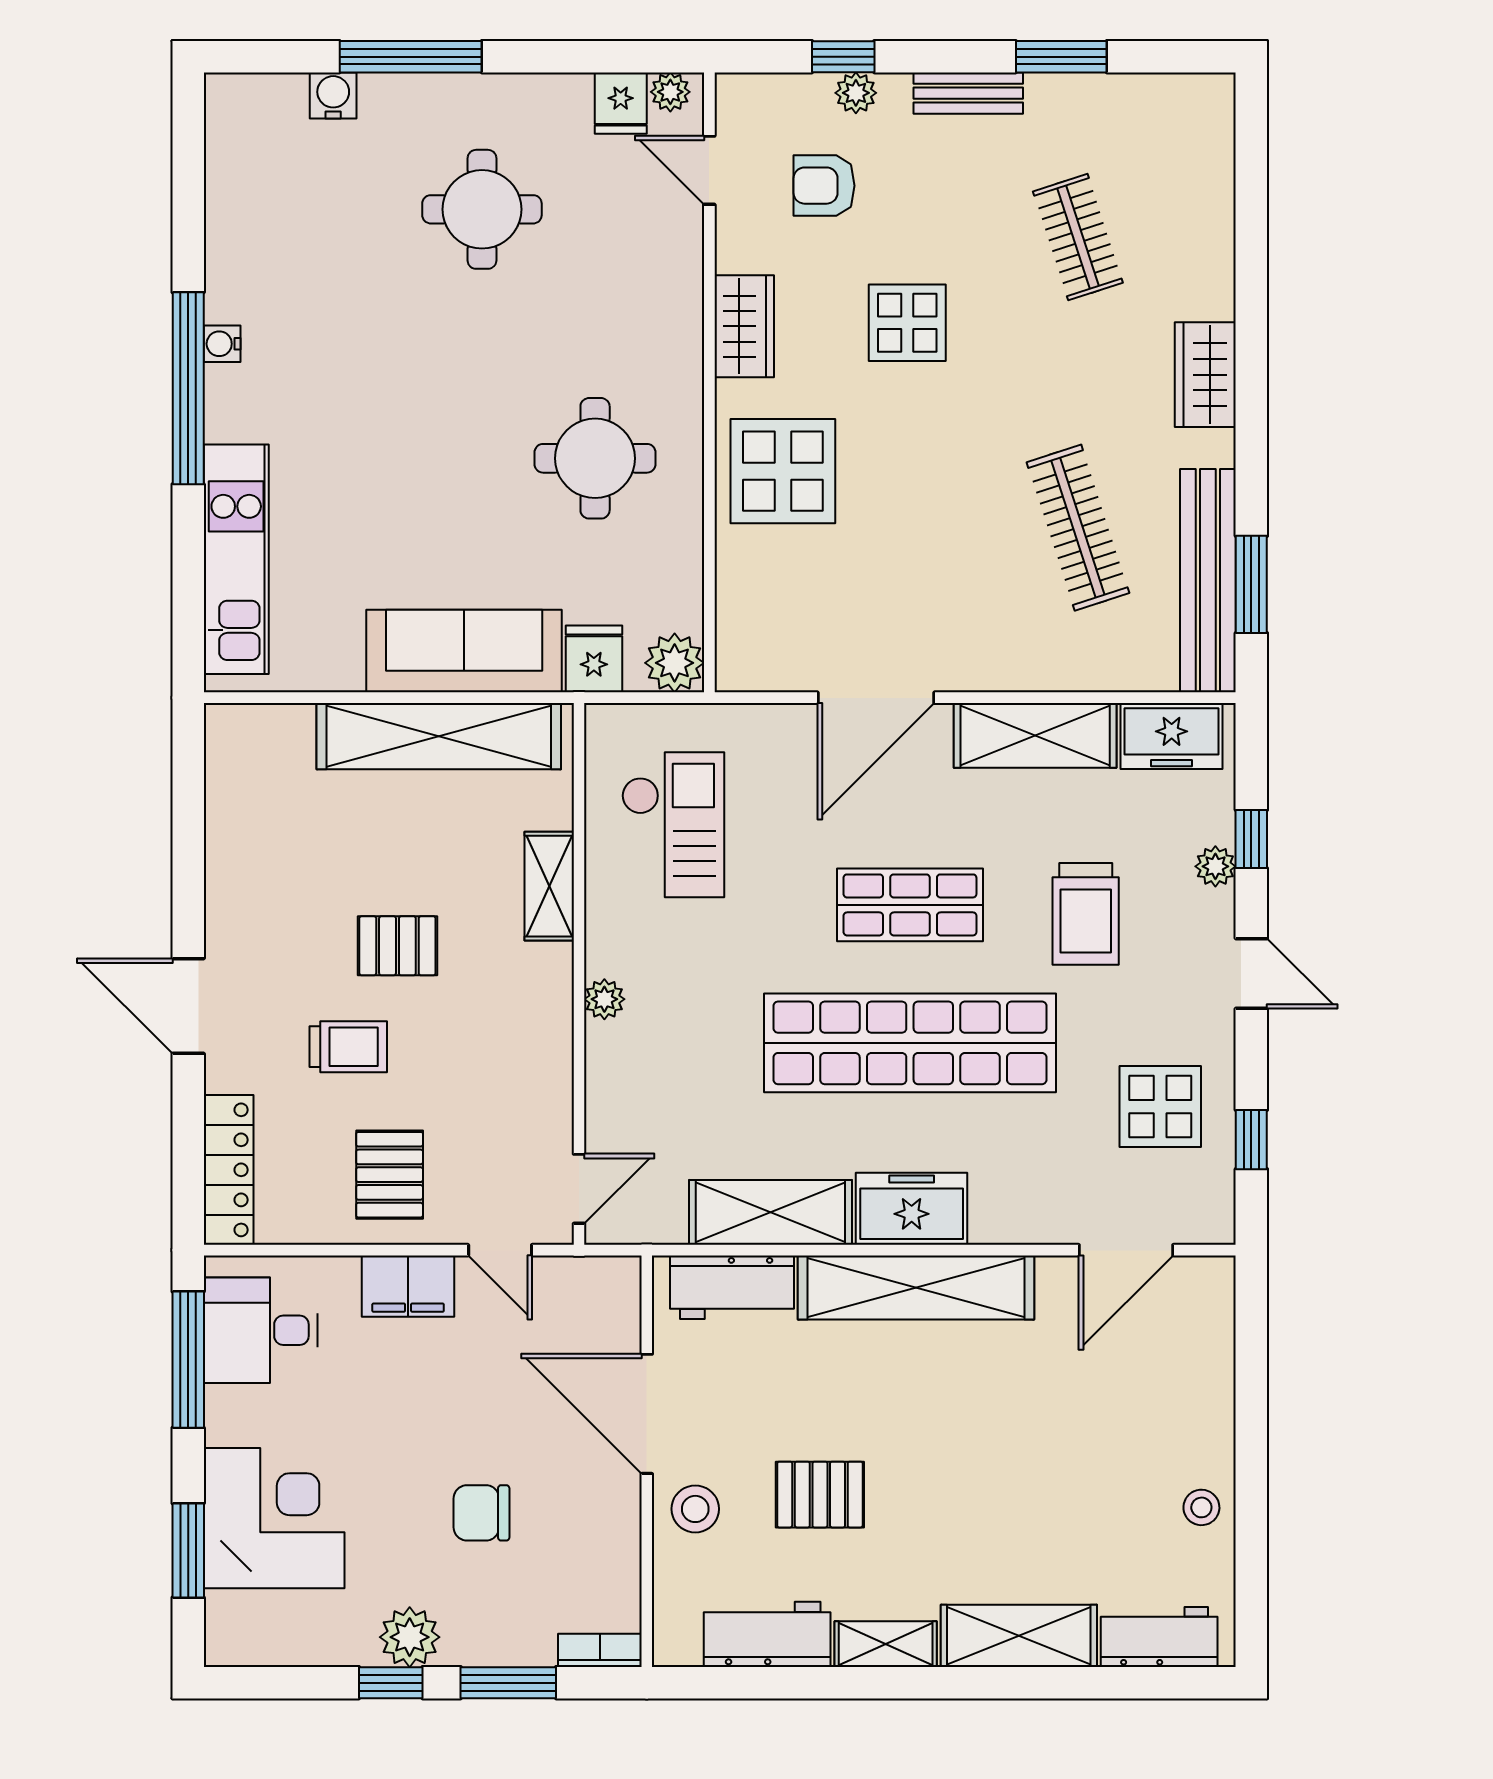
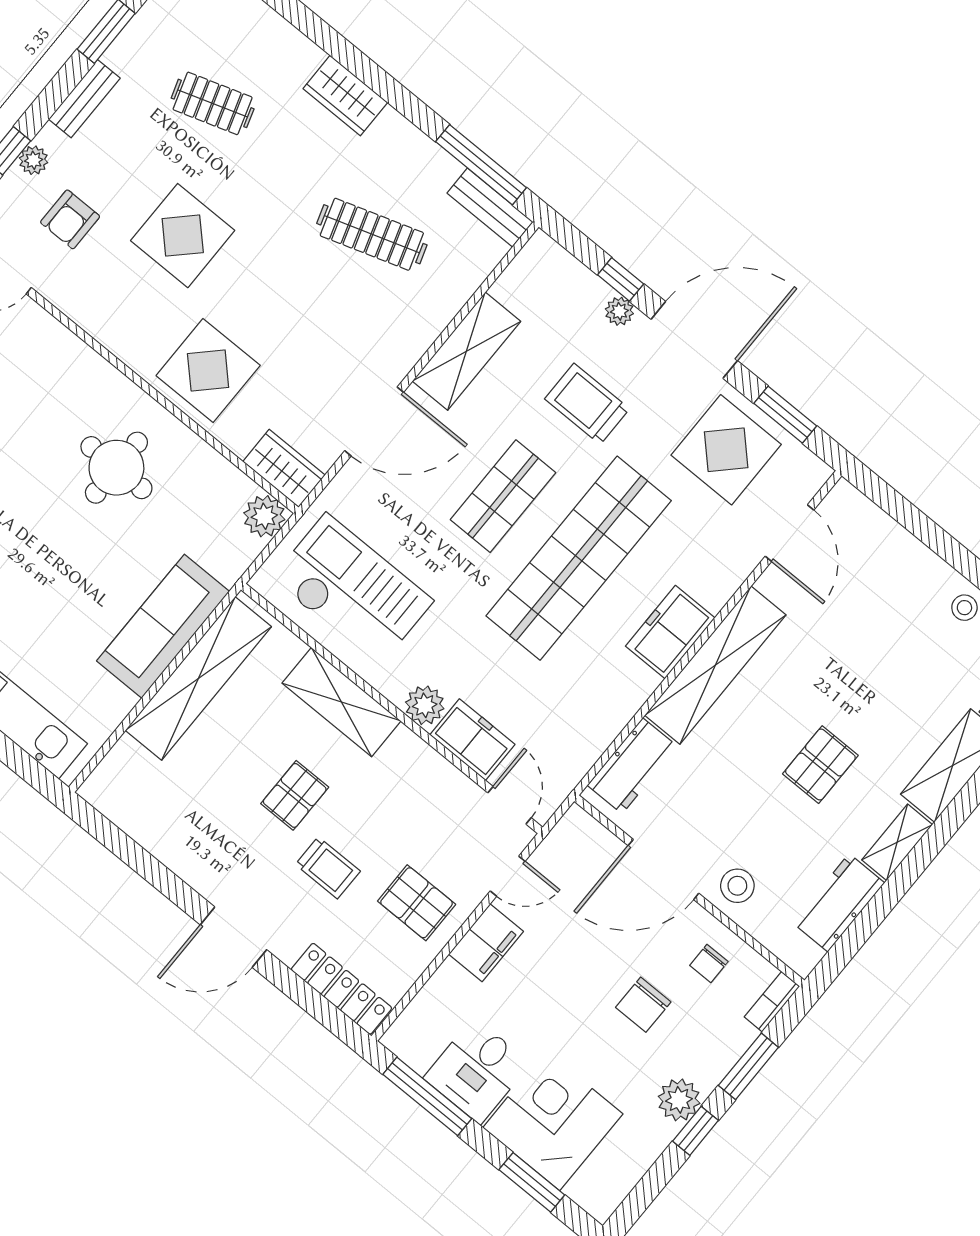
display table: (907, 323) -> (183, 236), width x1.36, depth x1.36
wardrobe: (744, 326) -> (284, 468), moved
bench: (1208, 581) -> (490, 207), width x0.54, depth x0.82
window: (1251, 584) -> (481, 165), width x1.44
fridge: (594, 659) -> (226, 559), removed
door: (876, 698) -> (374, 421), hinge flipped
freezer: (1172, 736) -> (472, 740), moved, turned -90
checkout: (673, 825) -> (352, 590), width x1.36, depth x1.21
shelving: (549, 886) -> (342, 702), width x1.50, depth x1.33
trolley: (1086, 914) -> (587, 404), turned 180
door: (1251, 974) -> (694, 340), width x1.87
plant: (604, 999) -> (425, 705), width x1.38, depth x1.38
trolley: (348, 1047) -> (328, 868), turned 90
display table: (1160, 1107) -> (726, 450), width x1.36, depth x1.36
window: (1251, 1140) -> (785, 415), width x1.50
shelving: (770, 1212) -> (609, 711), removed
desk: (261, 1330) -> (477, 1071), moved
pallet: (820, 1495) -> (820, 765), moved
chair: (585, 1547) -> (709, 963), added

